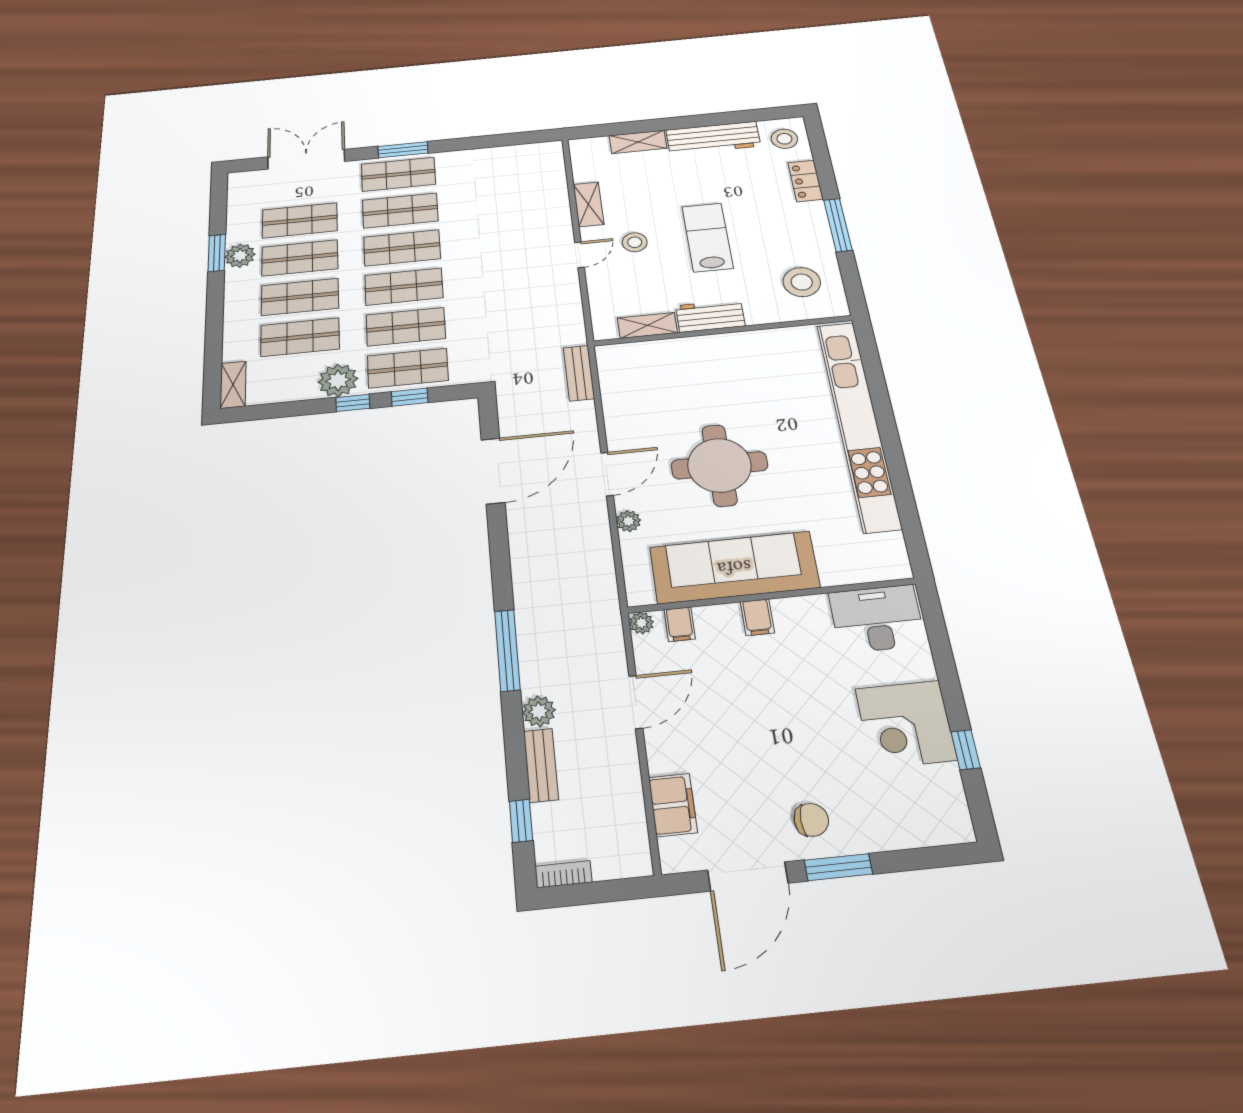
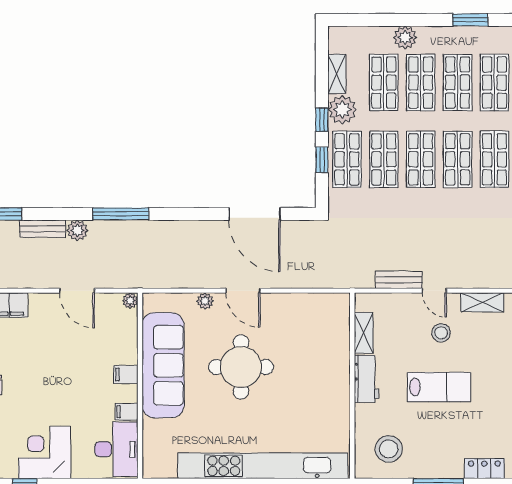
plant: (240, 256) -> (405, 37), moved
bench: (579, 373) -> (399, 280), moved
shelving: (233, 385) -> (337, 74), moved, turned 90
filing cabinet: (680, 624) -> (127, 412), moved

